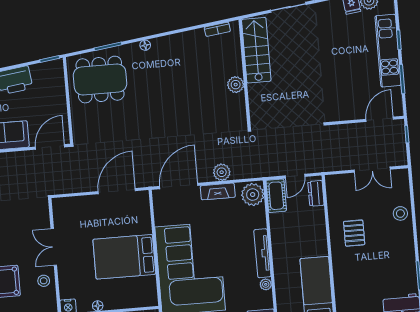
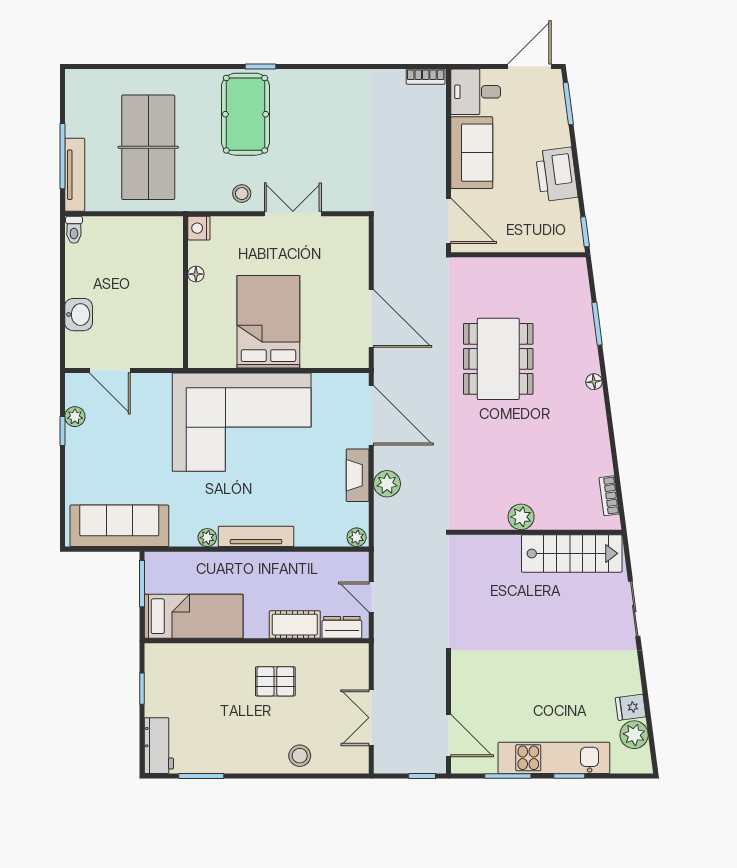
dining table: (100, 80) -> (498, 359), moved
plant: (253, 195) -> (357, 537), width x0.53, depth x0.53
cot: (276, 196) -> (295, 625), moved

